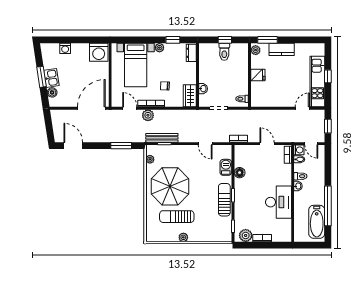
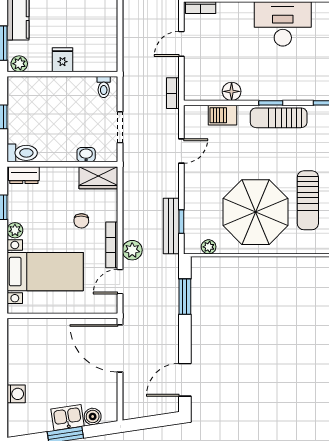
washing machine: (99, 52) -> (23, 336), removed
toilet: (224, 52) -> (22, 153), moved

